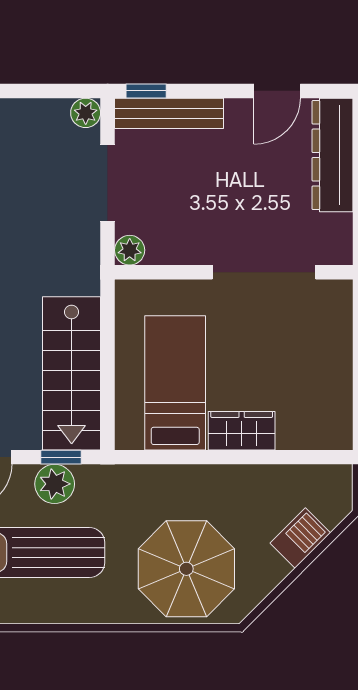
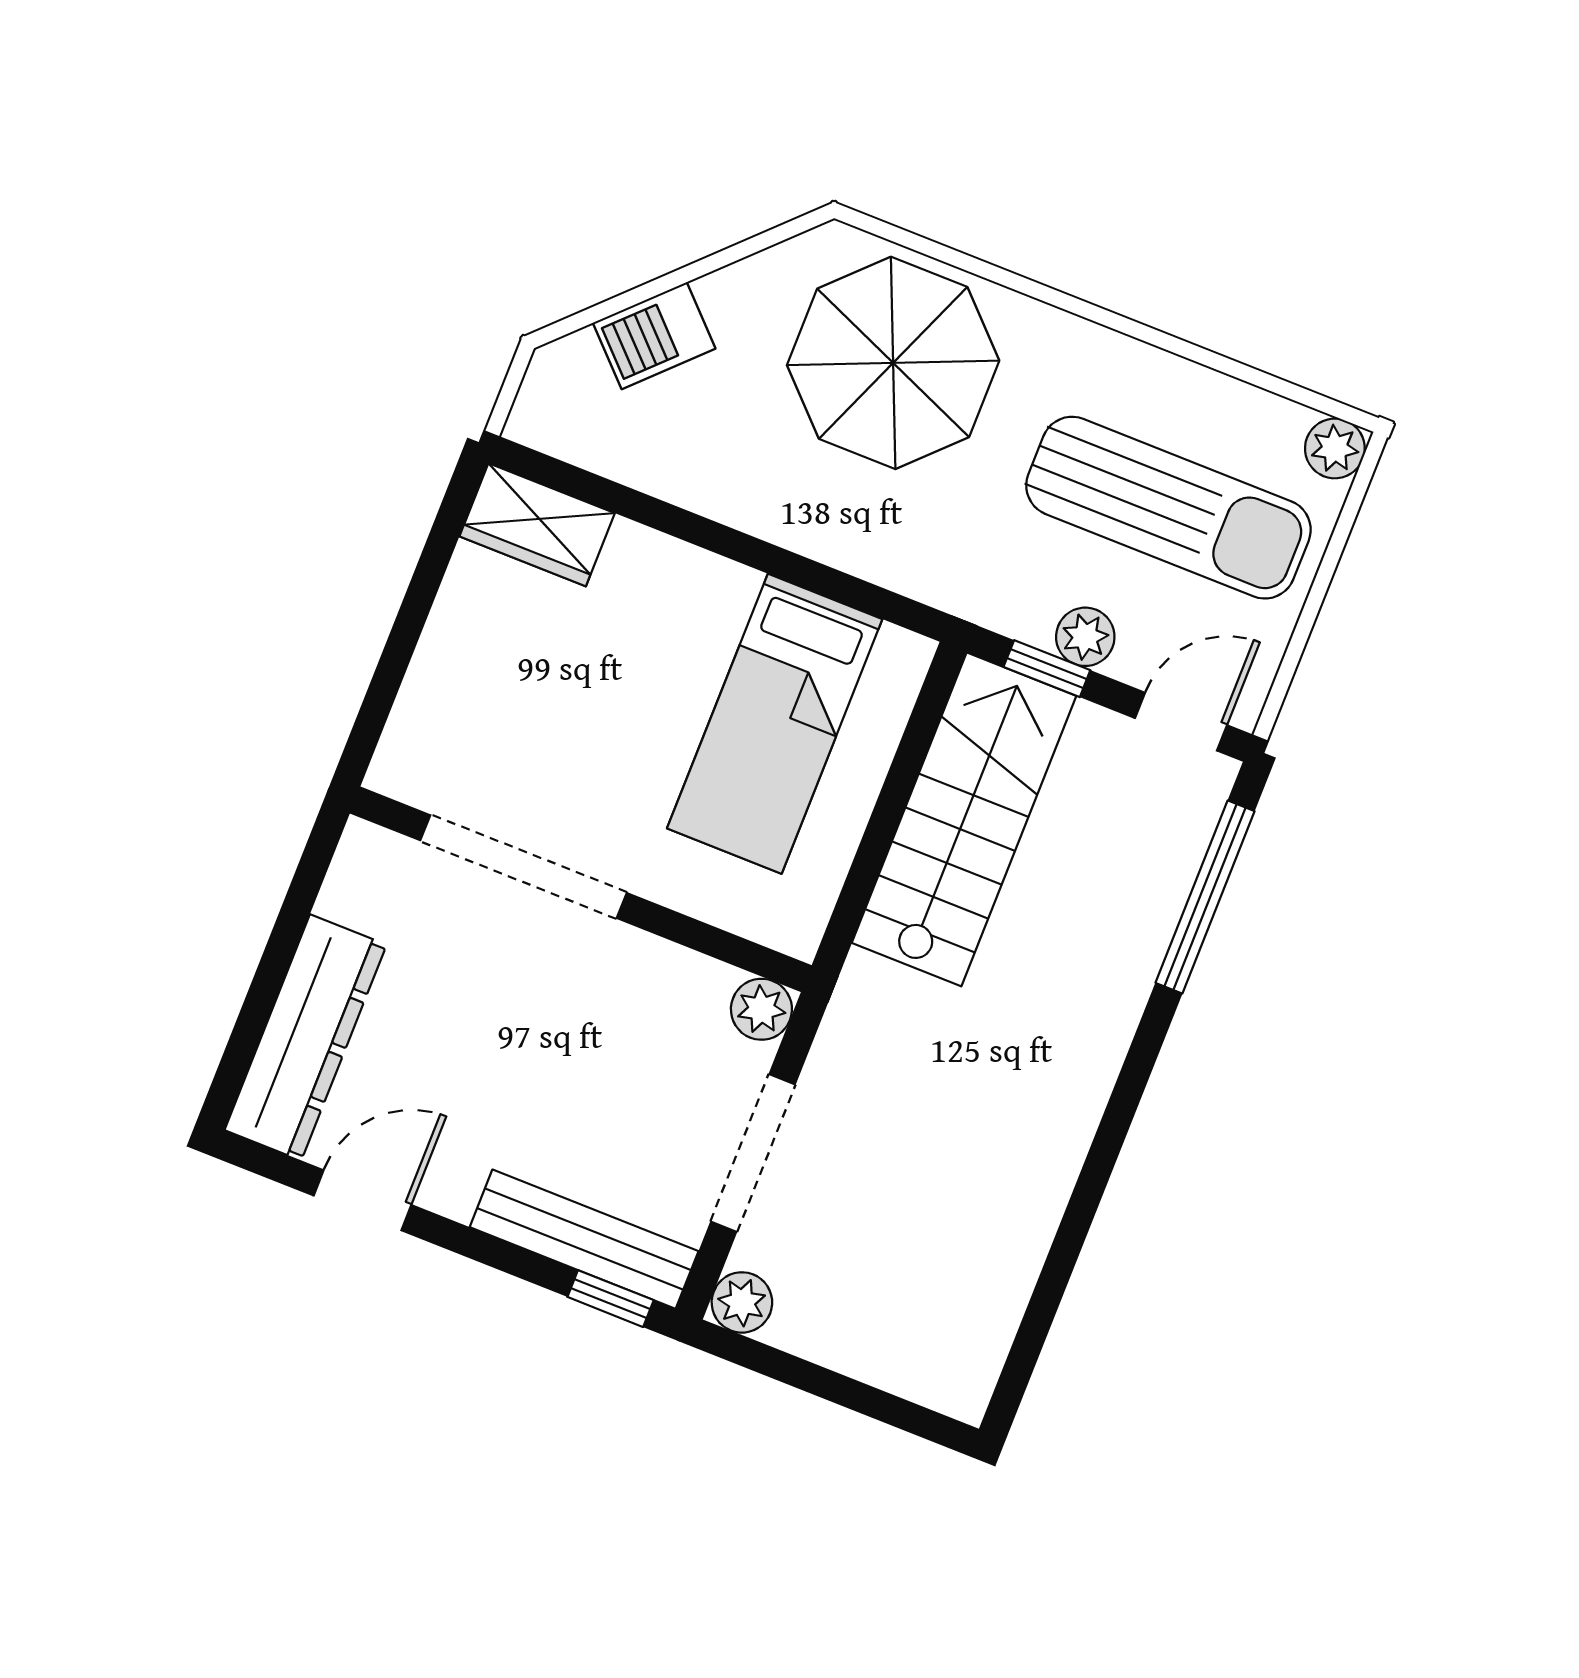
wardrobe: (242, 431) -> (537, 525), moved
plant: (55, 484) -> (1085, 637), width x0.73, depth x0.73

